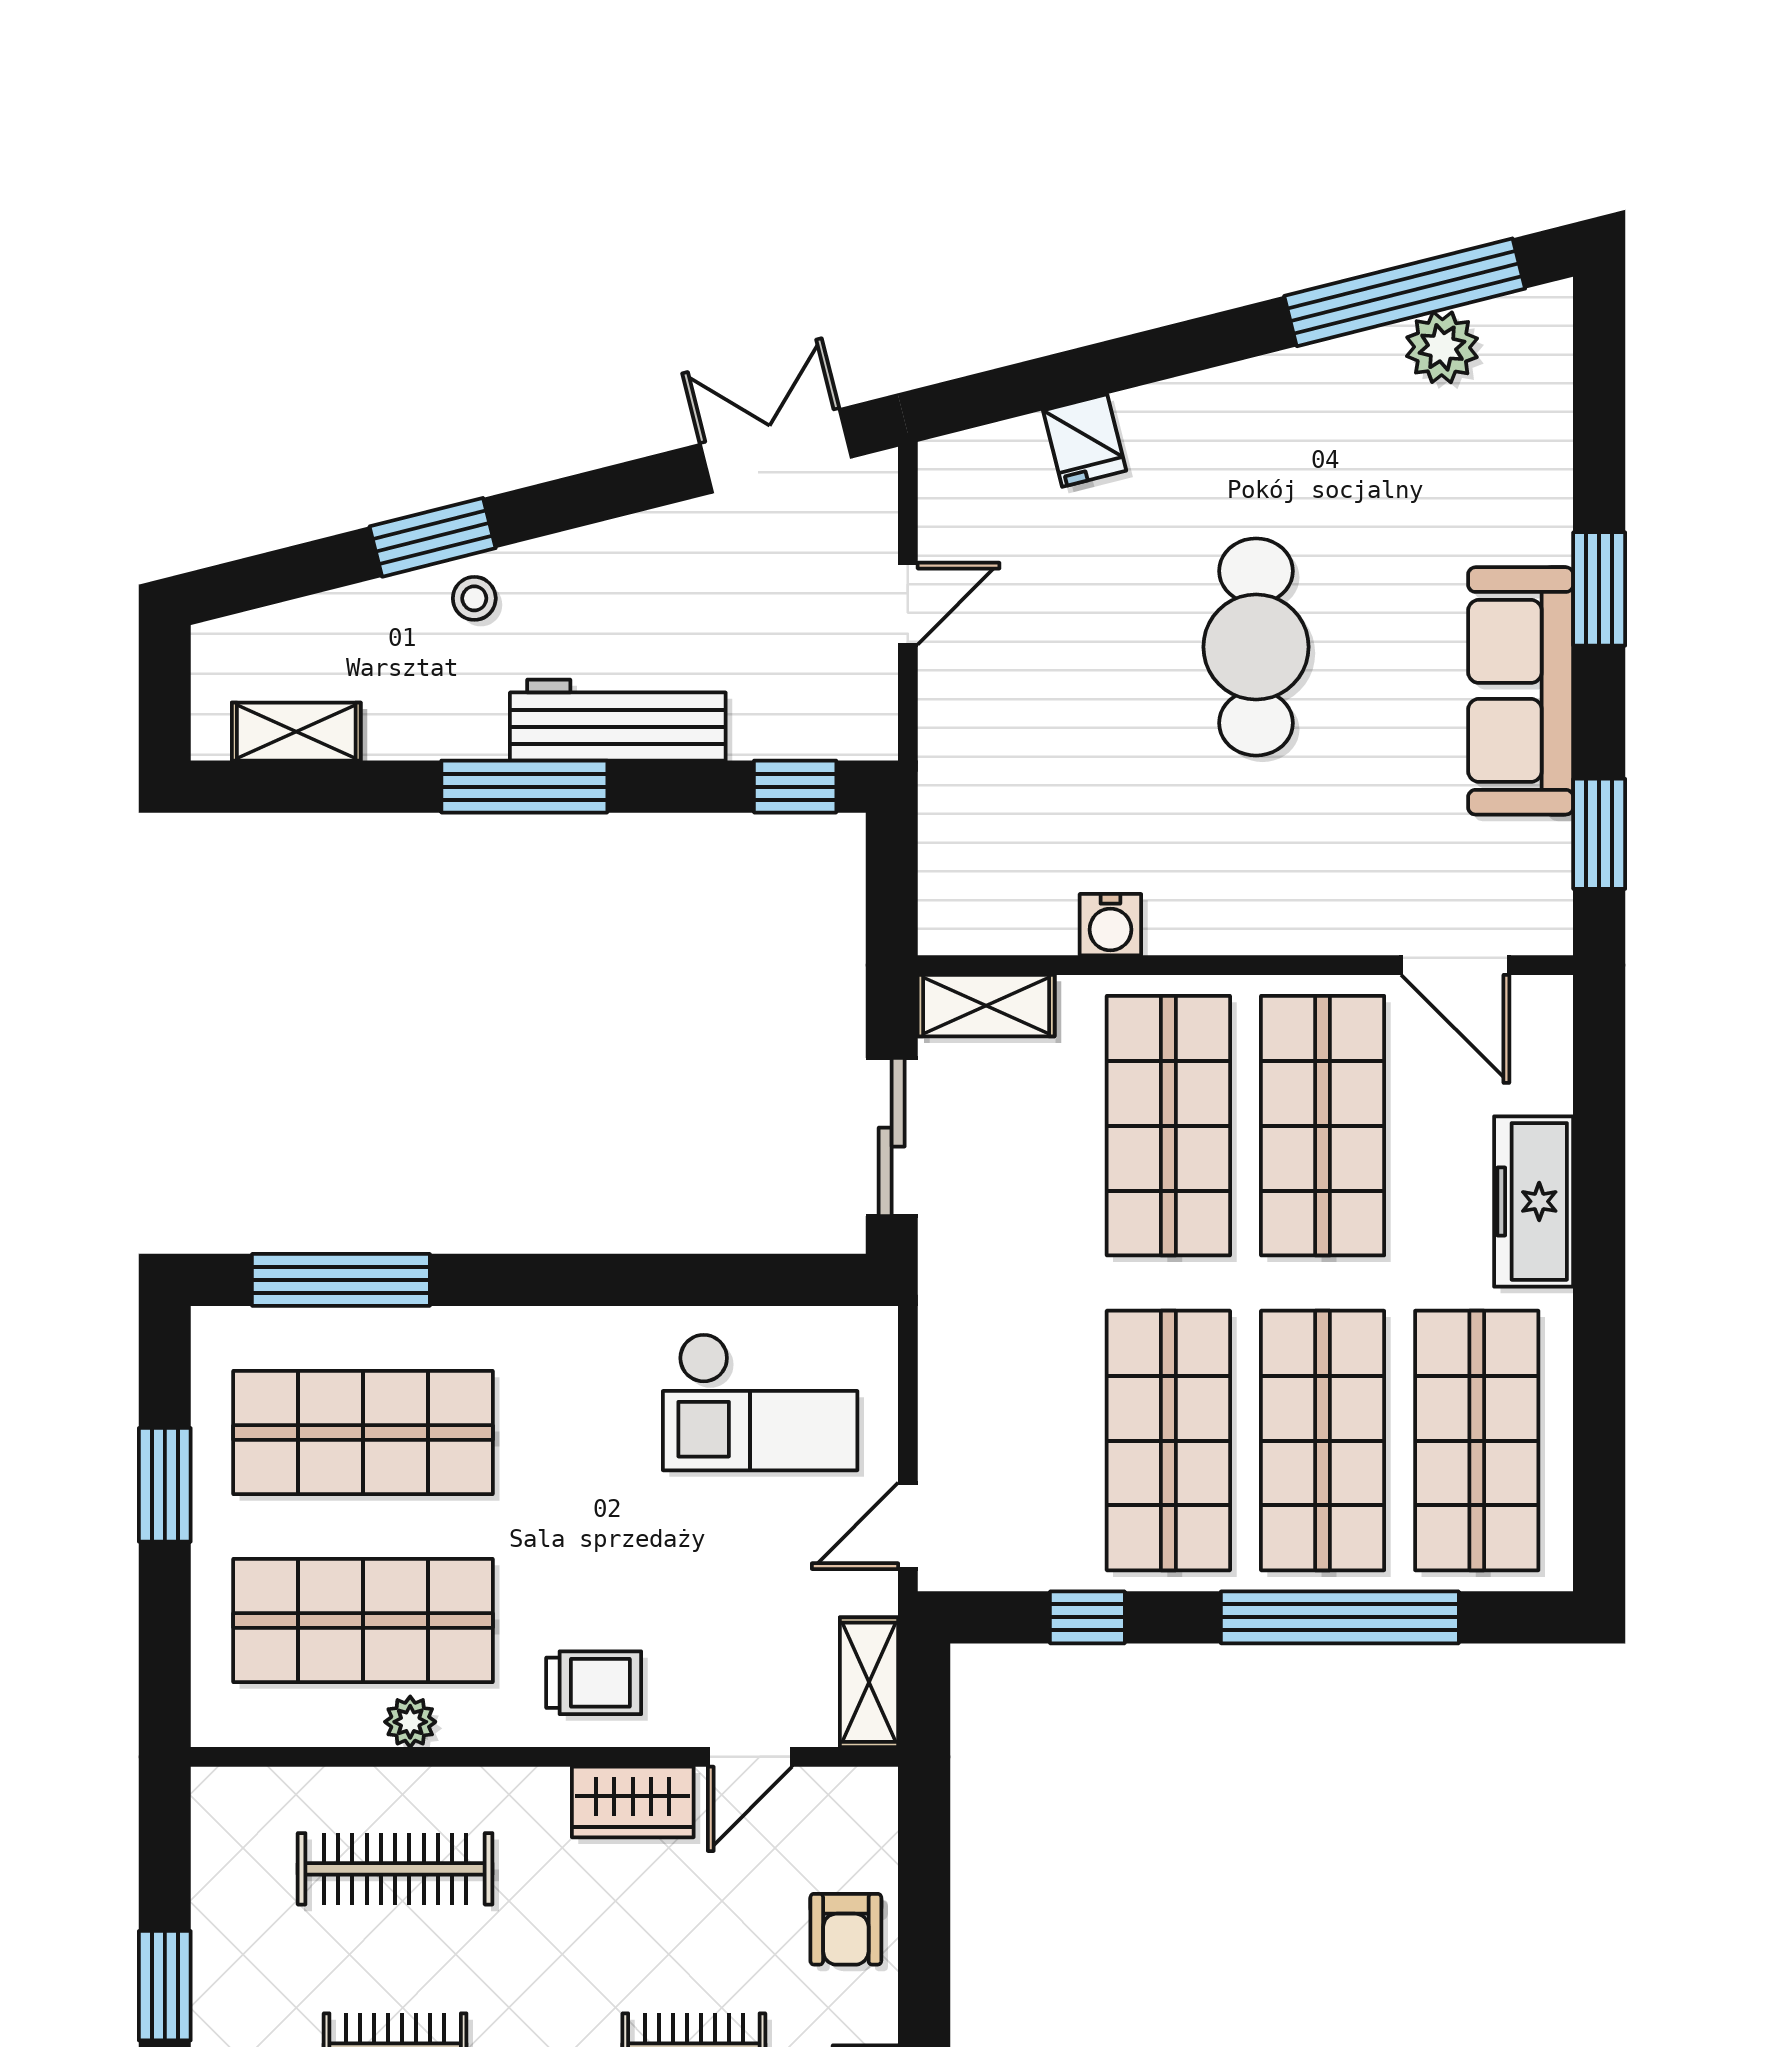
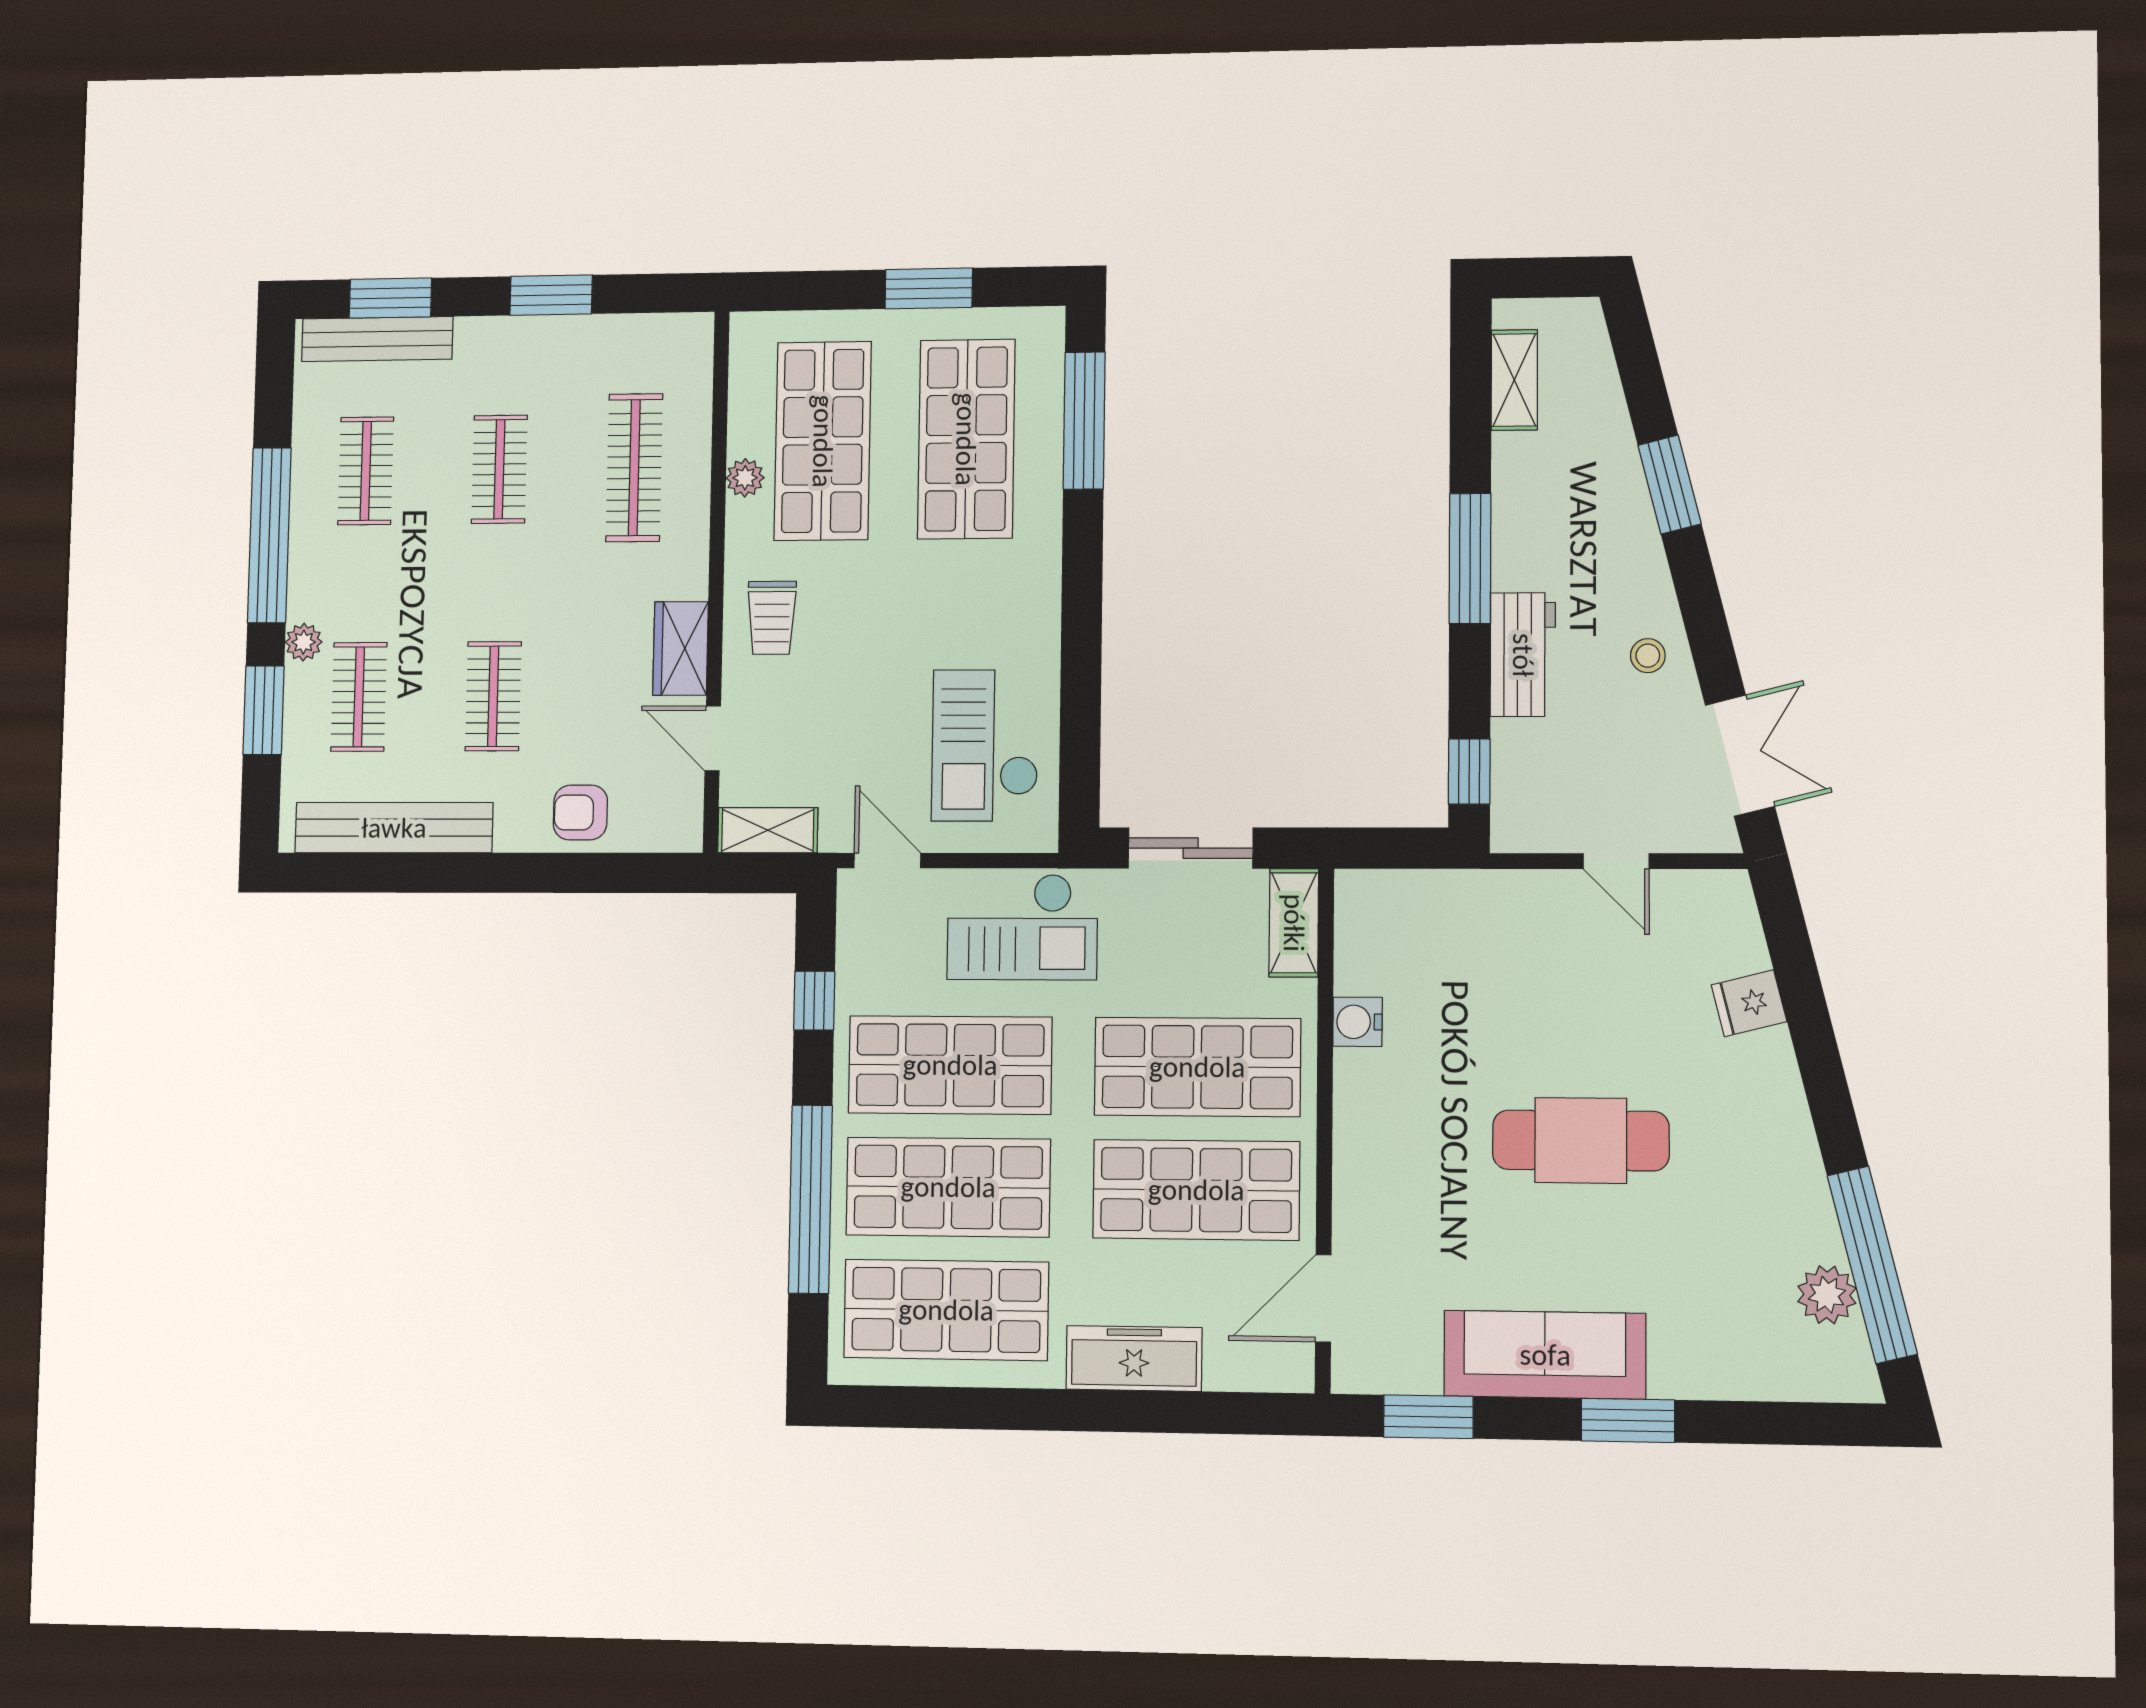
stool: (474, 598) -> (1648, 656), moved
workbench: (618, 720) -> (1523, 655), width x0.73
checkout: (992, 1351) -> (1022, 927), added

